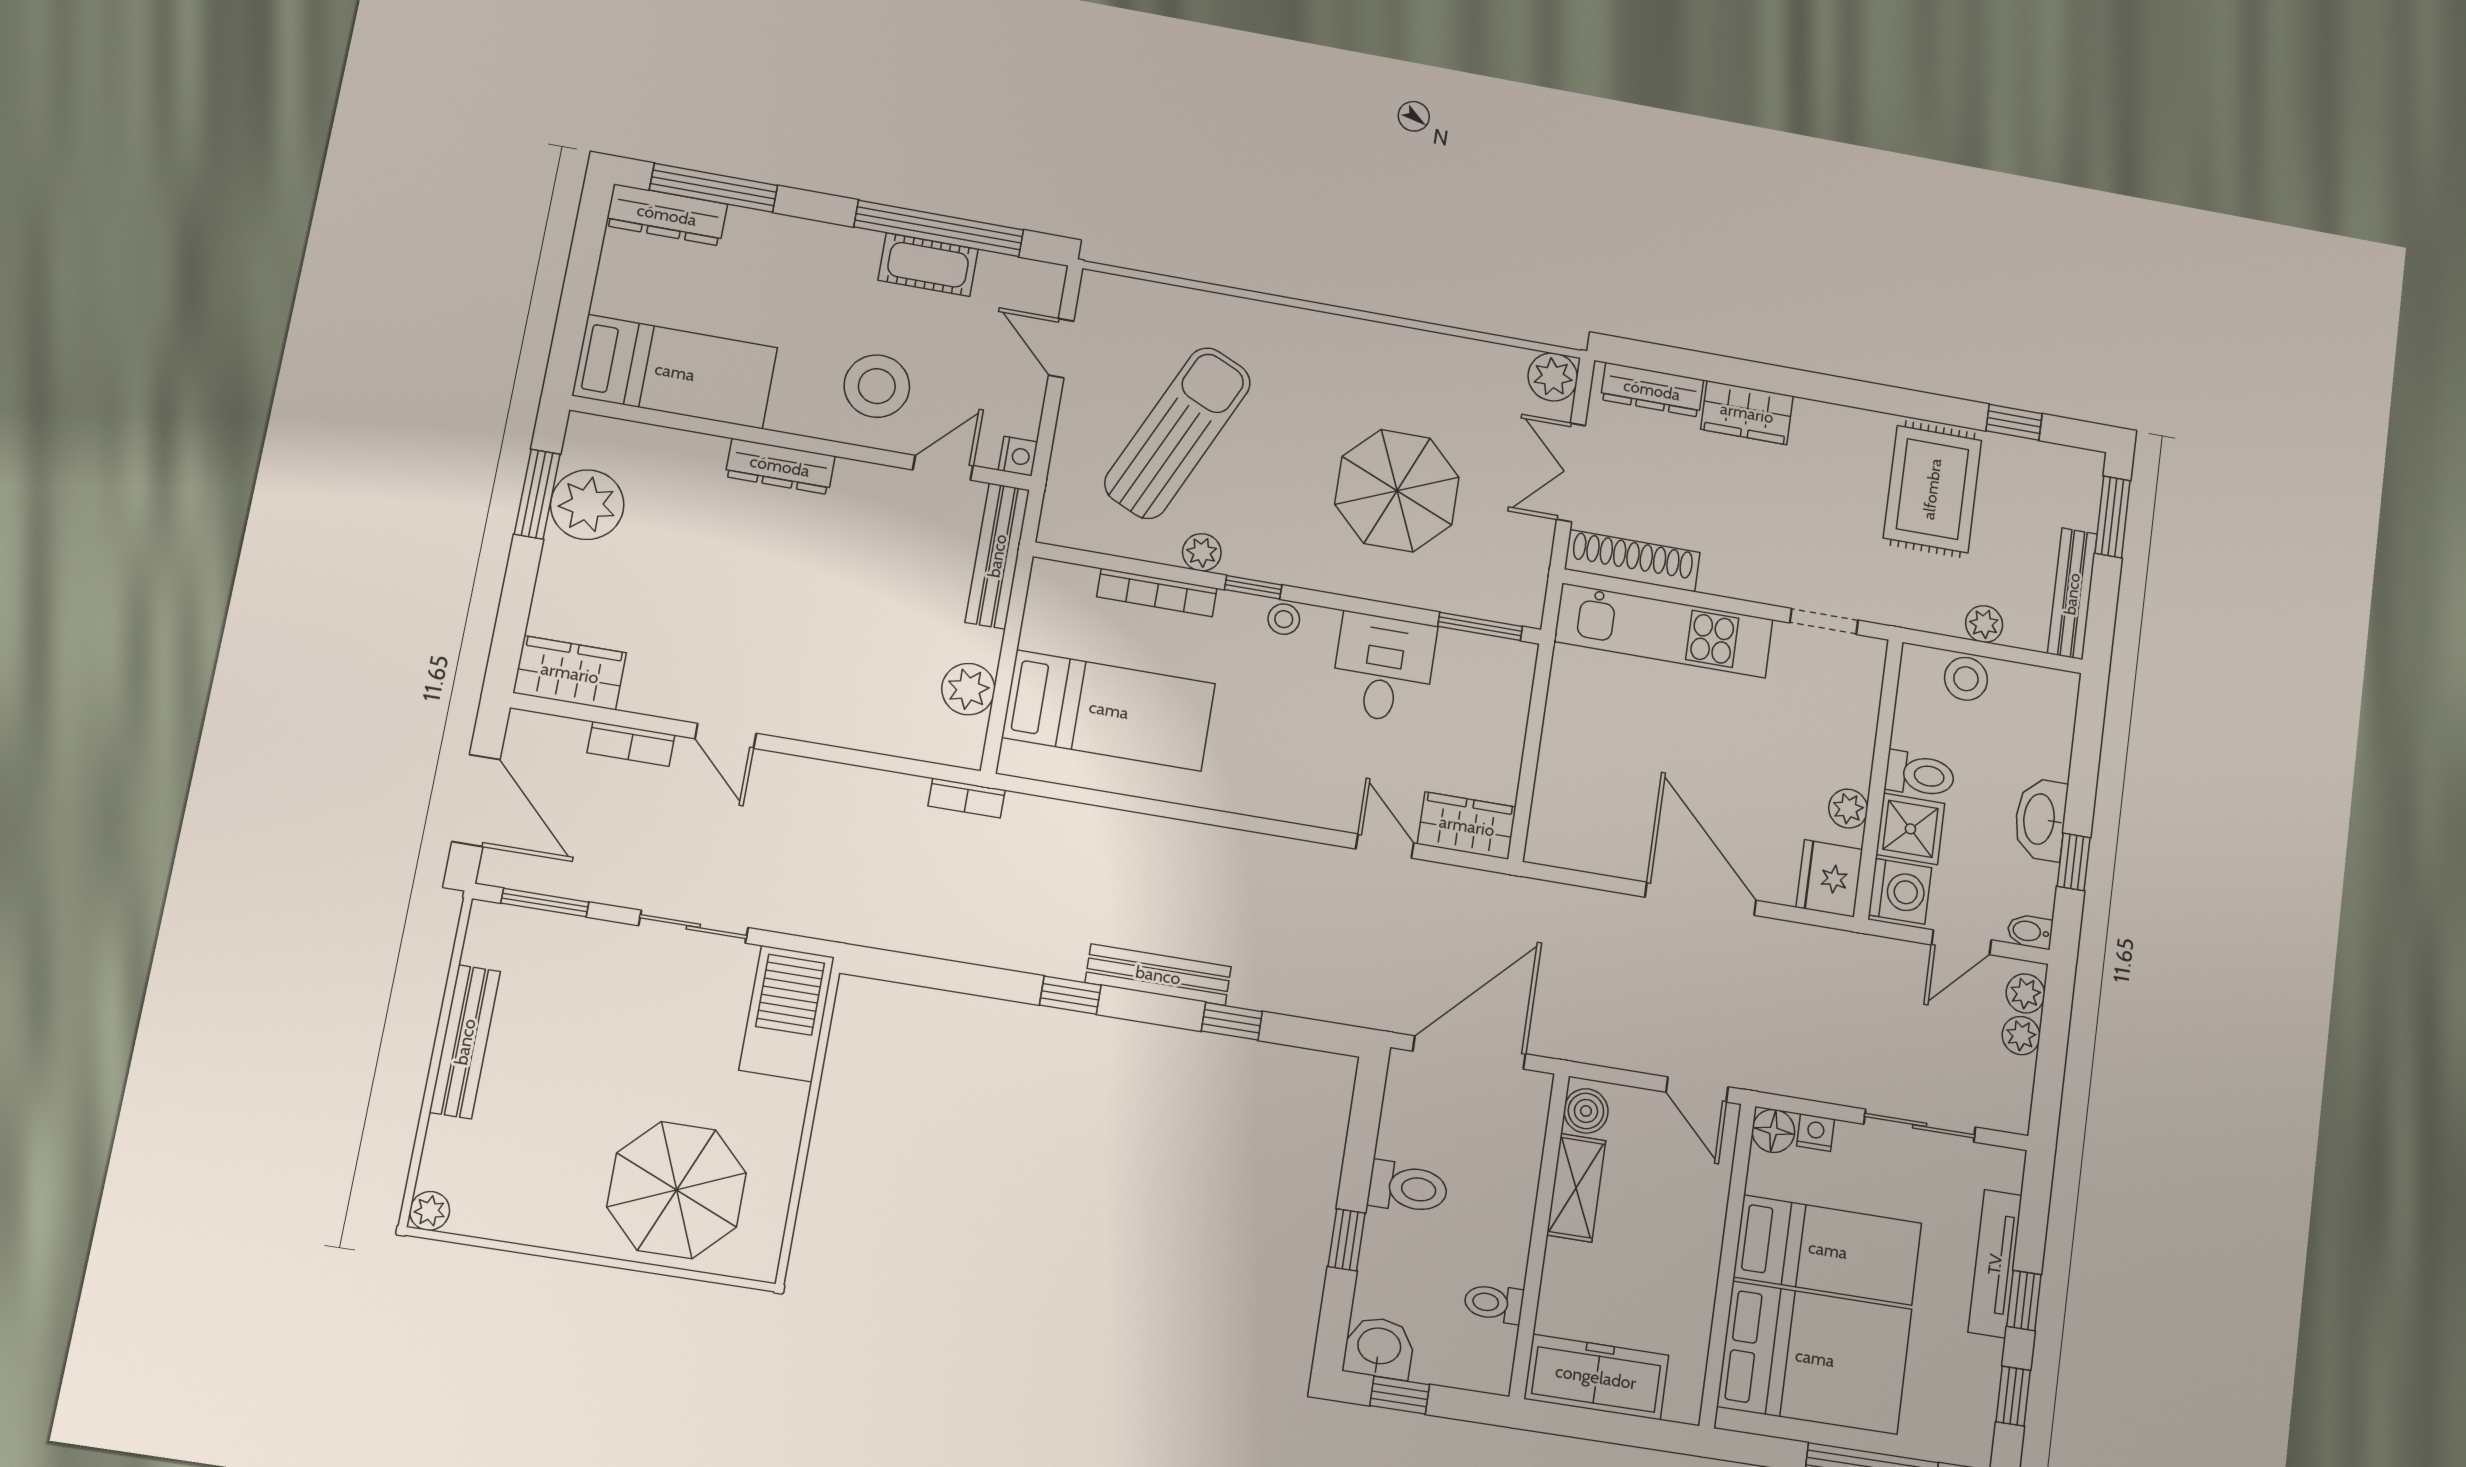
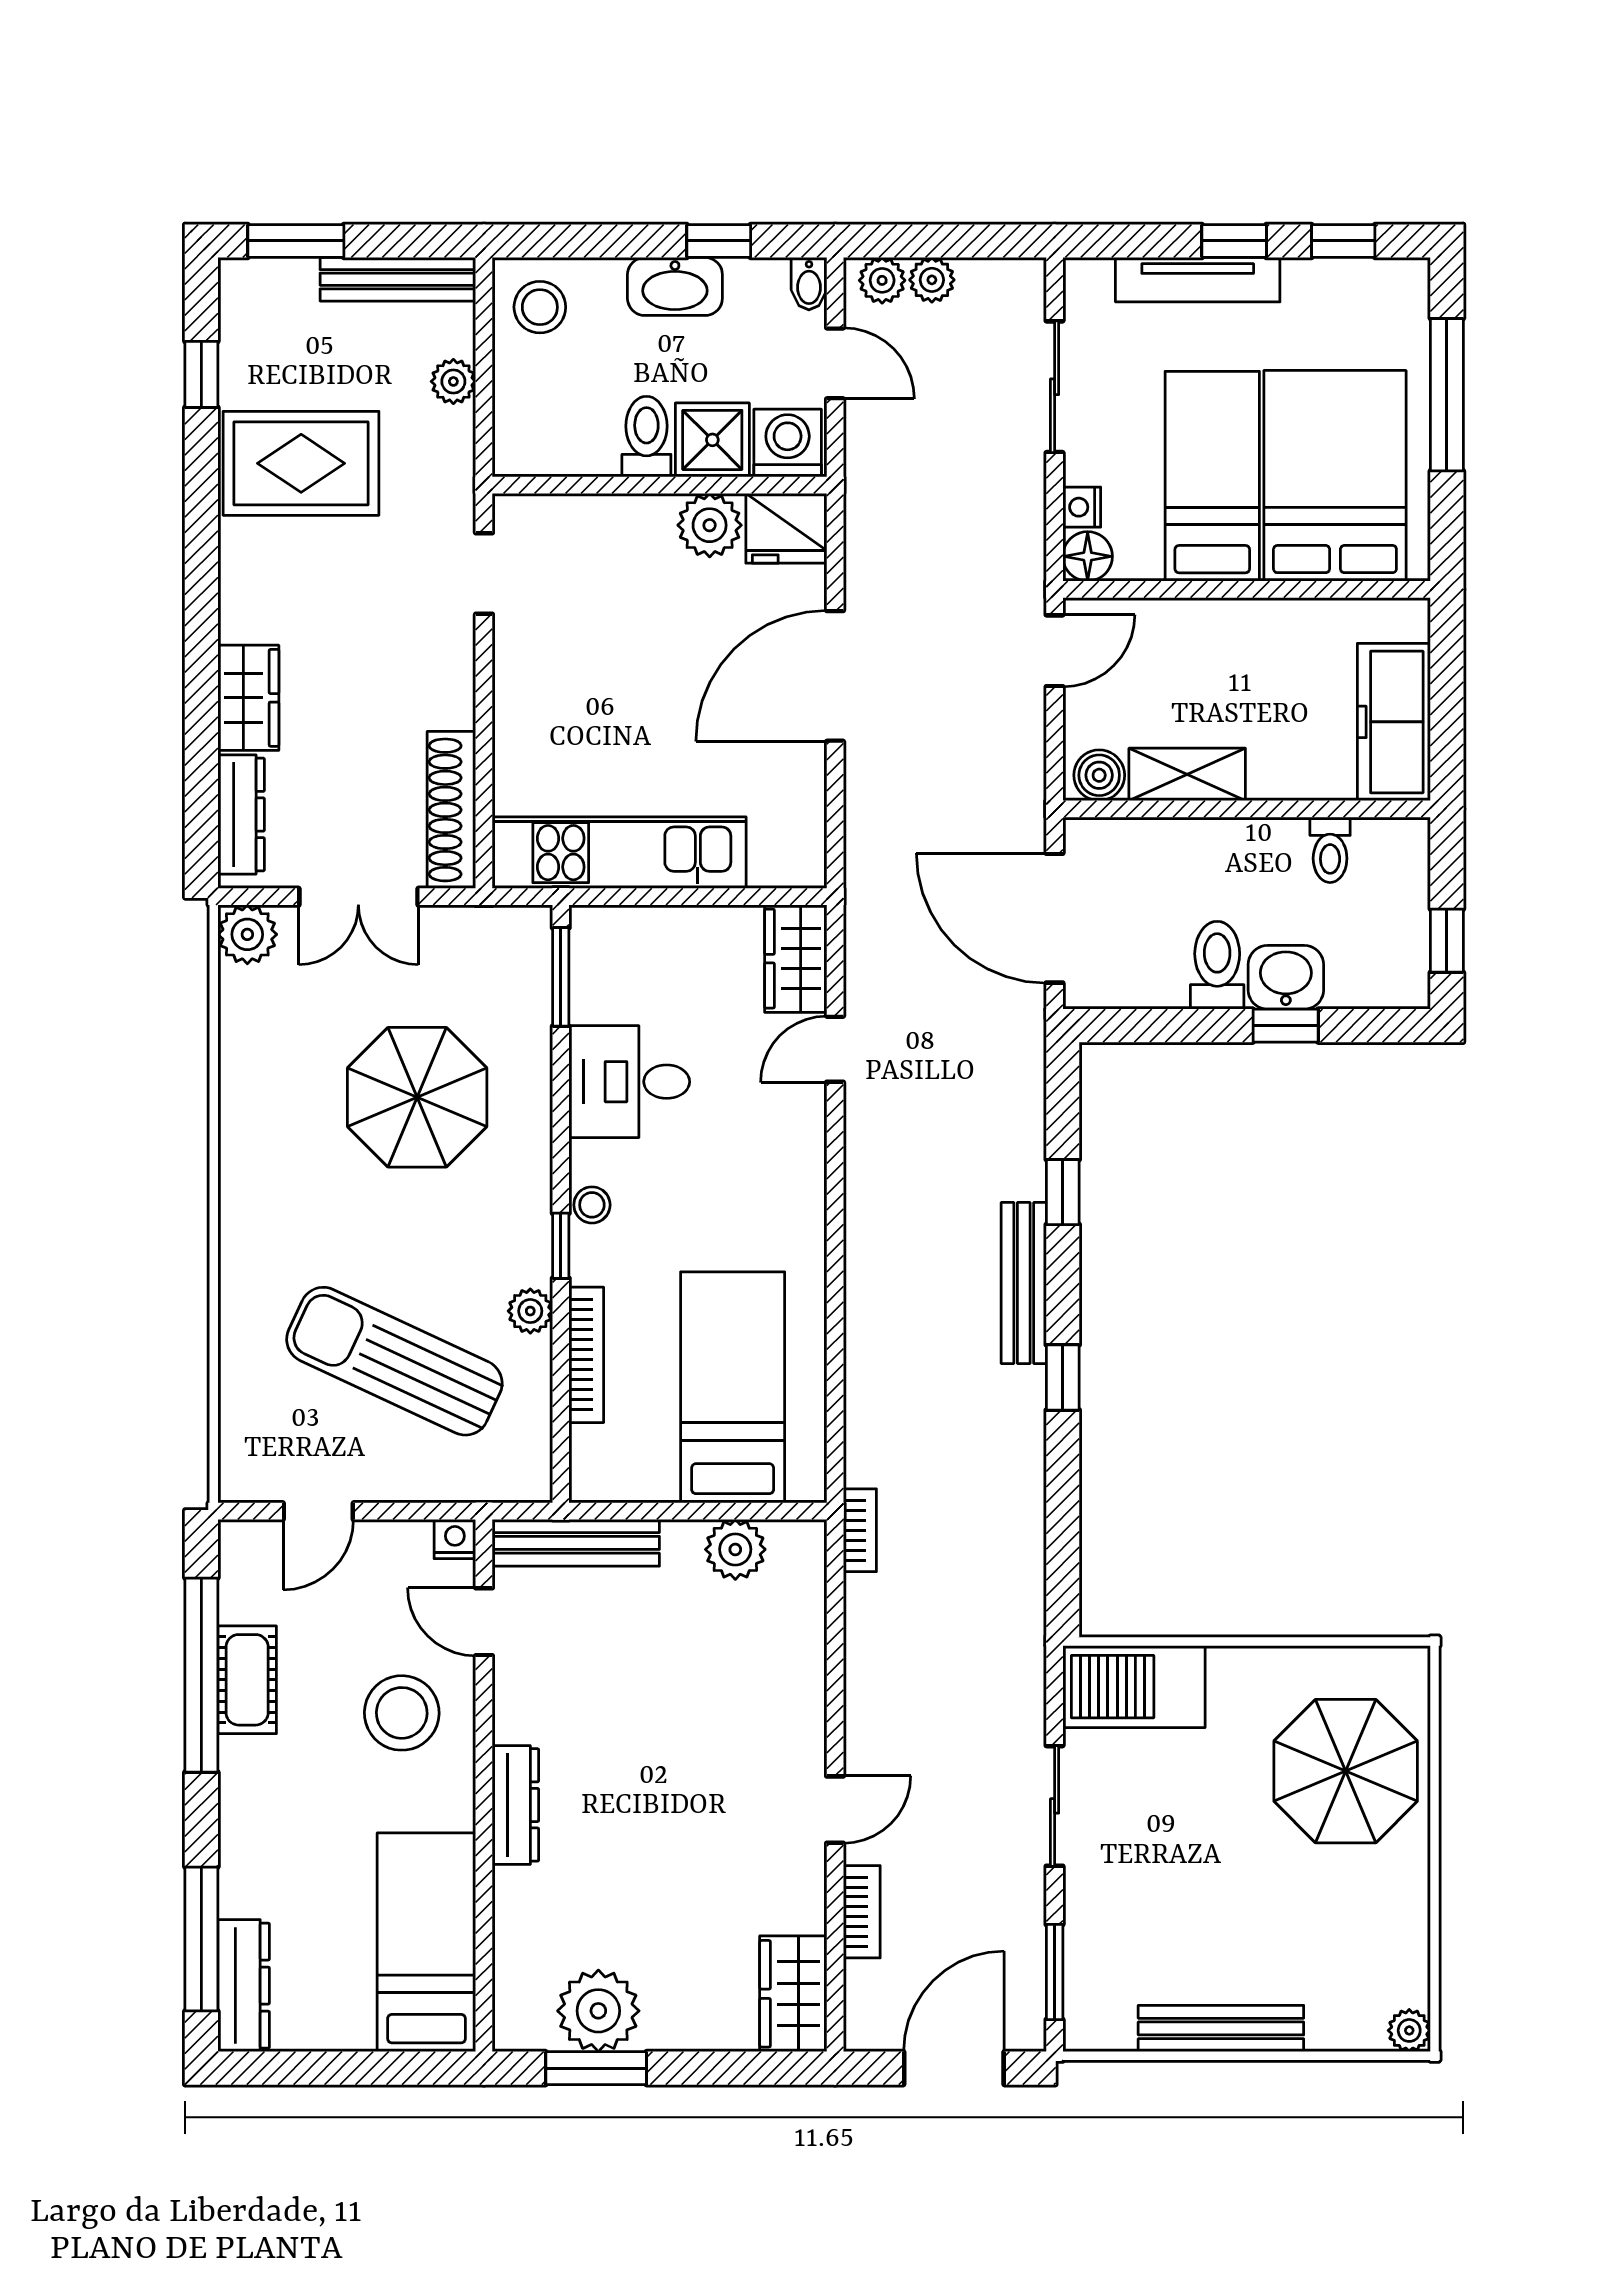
kitchen unit: (1664, 630) -> (619, 853), moved, turned -90
stool: (1966, 679) -> (540, 307), moved
plant: (1848, 809) -> (710, 525), width x1.38, depth x1.38
washbasin: (1379, 1348) -> (1286, 977), moved, turned 90

